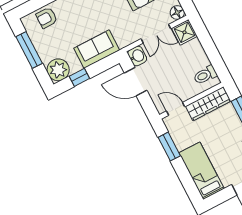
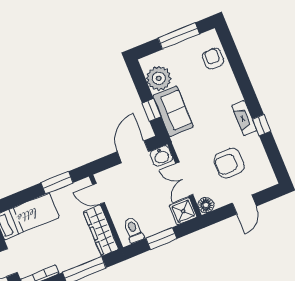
window: (211, 49) -> (161, 238), added
plant: (58, 70) -> (159, 78), moved
window: (79, 77) -> (152, 110), moved
door: (176, 109) -> (98, 194), swing flipped

